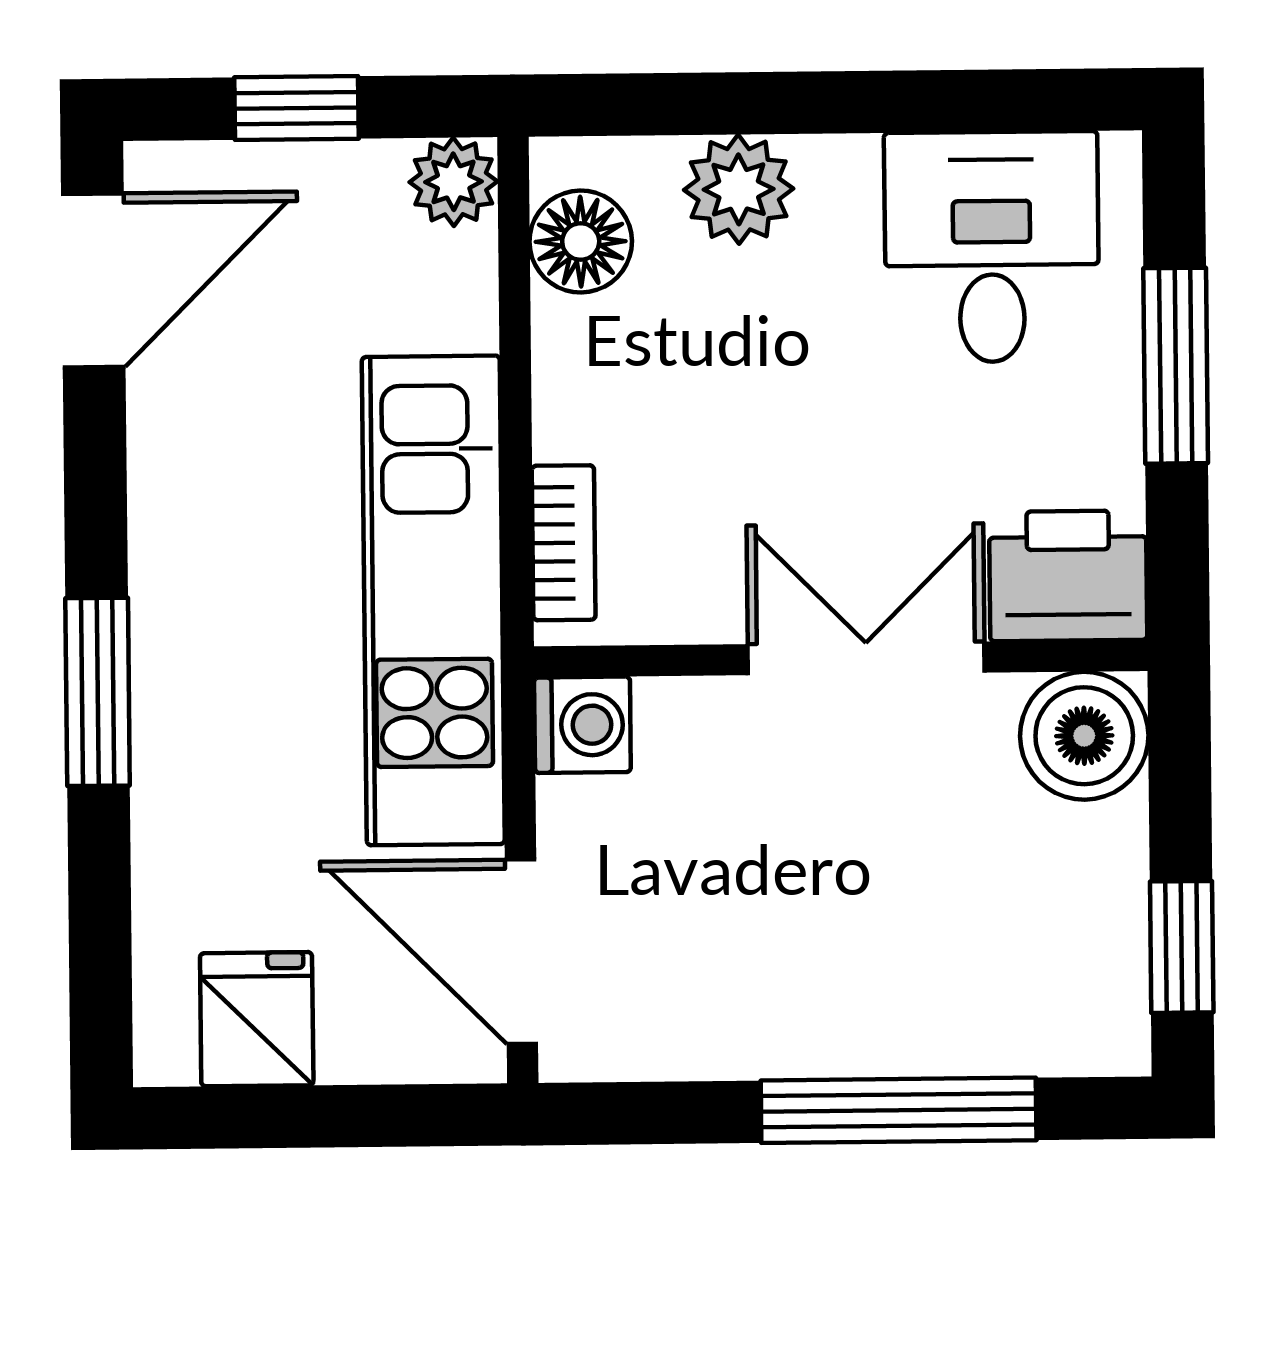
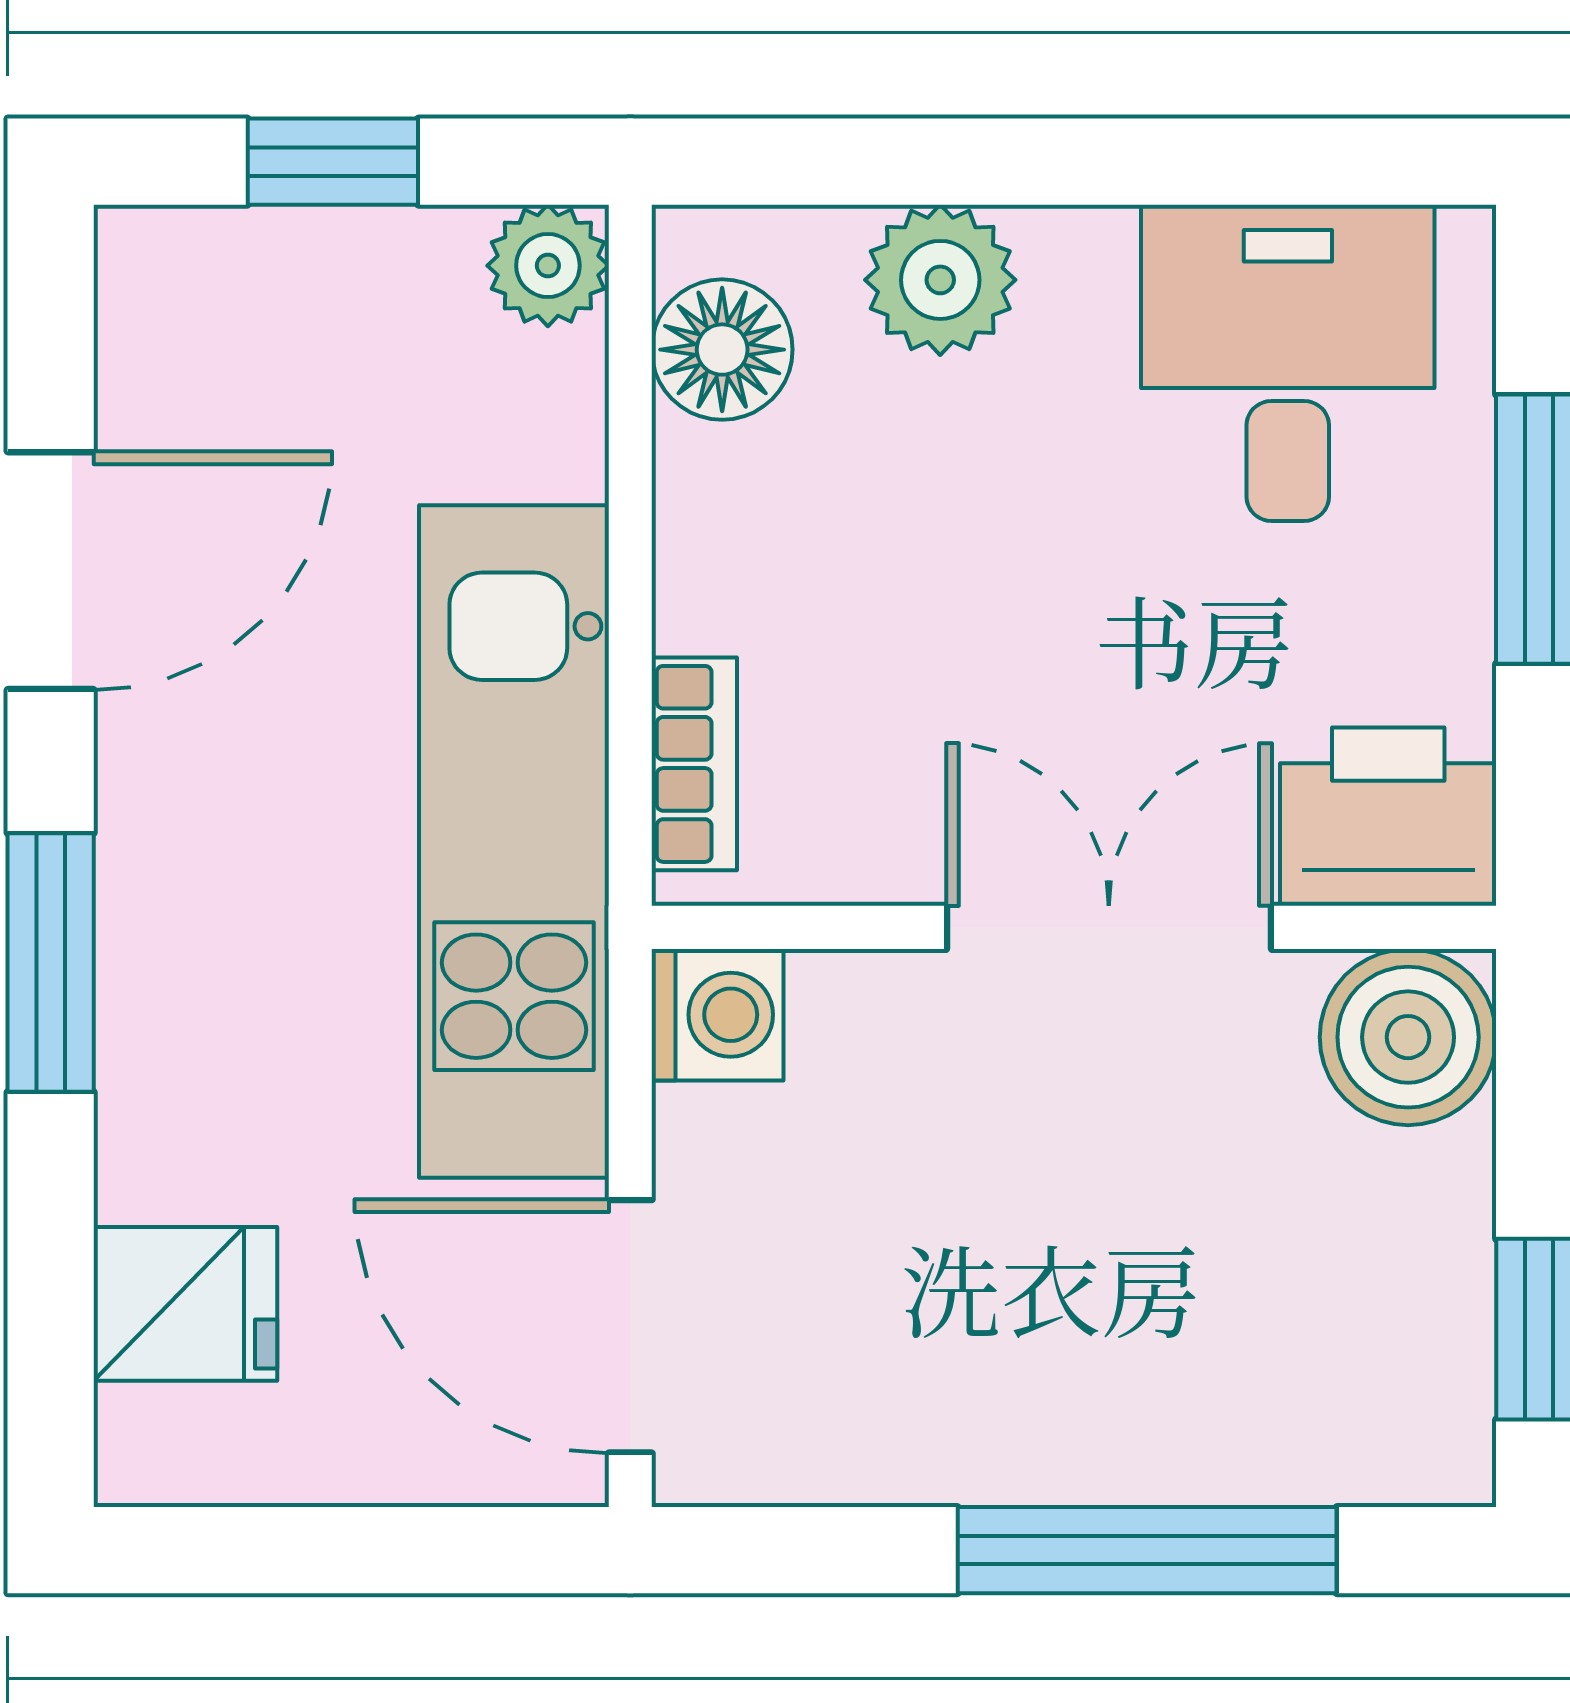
door: (93, 280) -> (51, 571), moved
fridge: (257, 1019) -> (185, 1304), moved, turned 90

